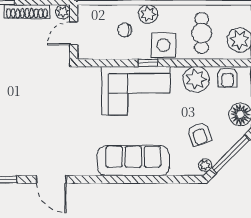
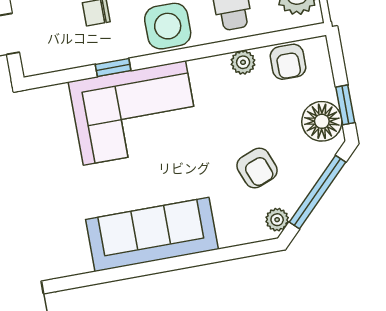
window: (148, 63) -> (113, 67), moved
plant: (196, 79) -> (243, 62), width x0.53, depth x0.53

